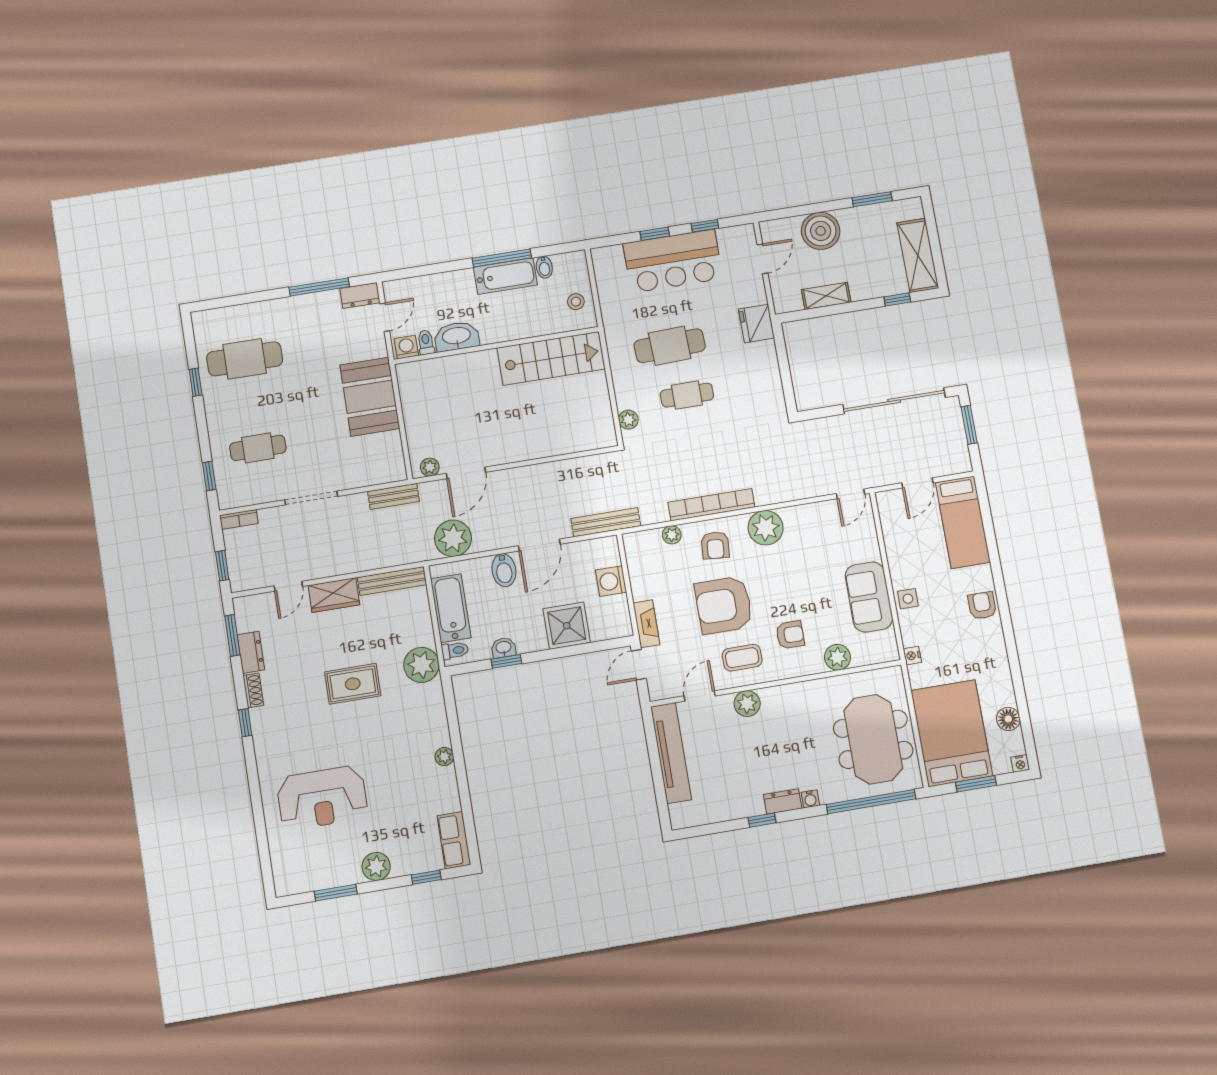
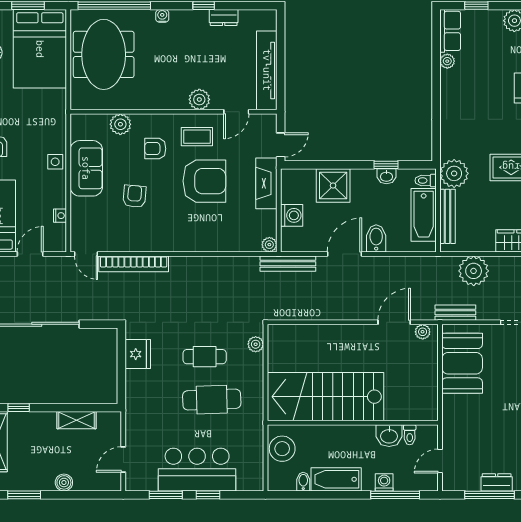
window: (705, 226) -> (166, 495), width x1.50
boiler: (821, 231) -> (64, 482), width x0.54, depth x0.54
window: (502, 258) -> (395, 495), moved
dresser: (360, 296) -> (497, 482), moved
stool: (576, 302) -> (282, 449), width x1.89, depth x1.89
fridge: (756, 324) -> (138, 354), moved
washbasin: (456, 336) -> (389, 436), width x0.72
washing machine: (406, 347) -> (384, 482), moved, turned 180
stairs: (551, 358) -> (325, 397), width x1.36, depth x1.51
booth: (370, 397) -> (462, 363), moved
door: (850, 494) -> (86, 254), swing flipped
bookcase: (711, 505) -> (134, 264), moved
plant: (766, 528) -> (160, 238), removed
plant: (672, 535) -> (269, 245), moved
plant: (453, 538) -> (474, 271), moved
armchair: (715, 545) -> (134, 196), moved
bench: (392, 581) -> (448, 216), moved, turned 90
fireplace: (647, 624) -> (266, 183), width x1.37, depth x1.32
nightstand: (912, 656) -> (60, 216), moved
plant: (444, 757) -> (447, 61), moved
dresser: (783, 801) -> (224, 18), moved

